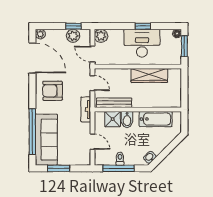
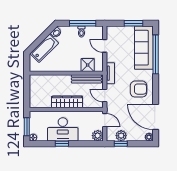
wardrobe: (149, 75) -> (67, 102), moved
bathtub: (156, 119) -> (44, 48), moved, turned 135
bidet: (127, 120) -> (75, 65), removed

